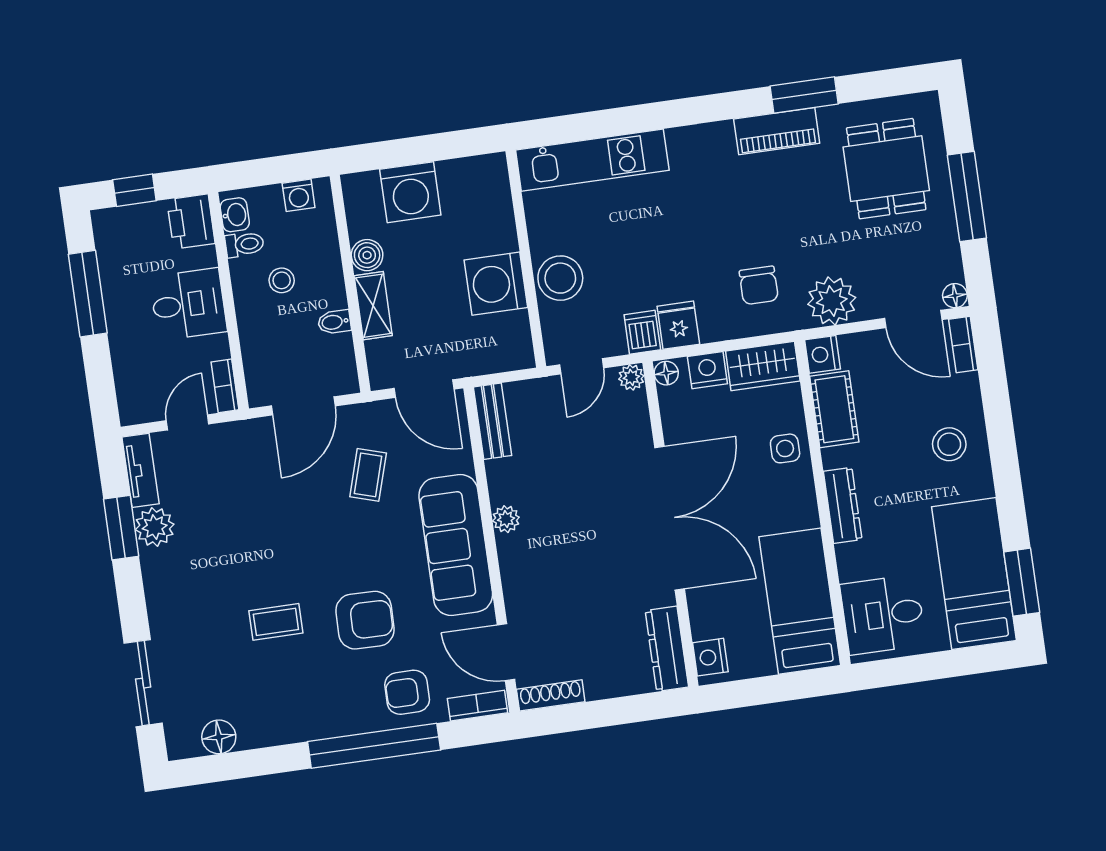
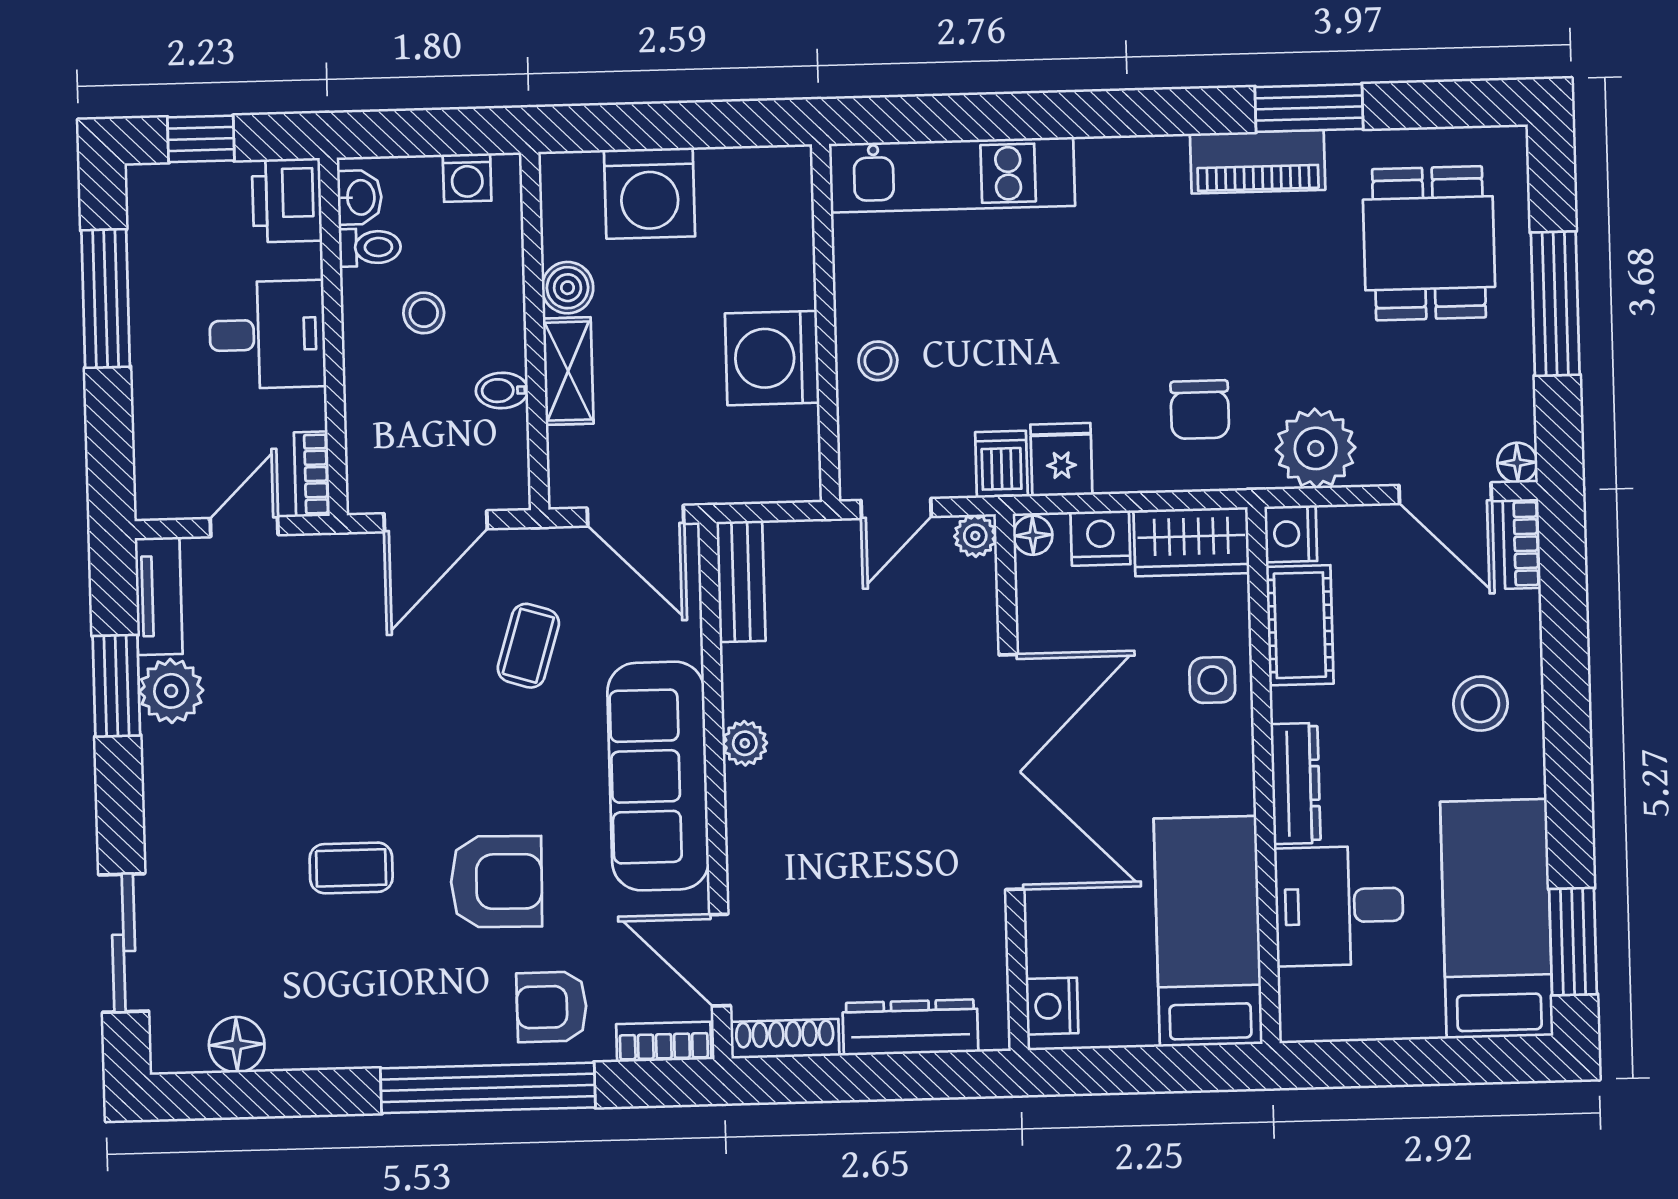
stool: (560, 278) -> (878, 361), width x0.53, depth x0.53
desk: (883, 615) -> (1339, 906), moved
dresser: (667, 649) -> (910, 1027), moved, turned 90

